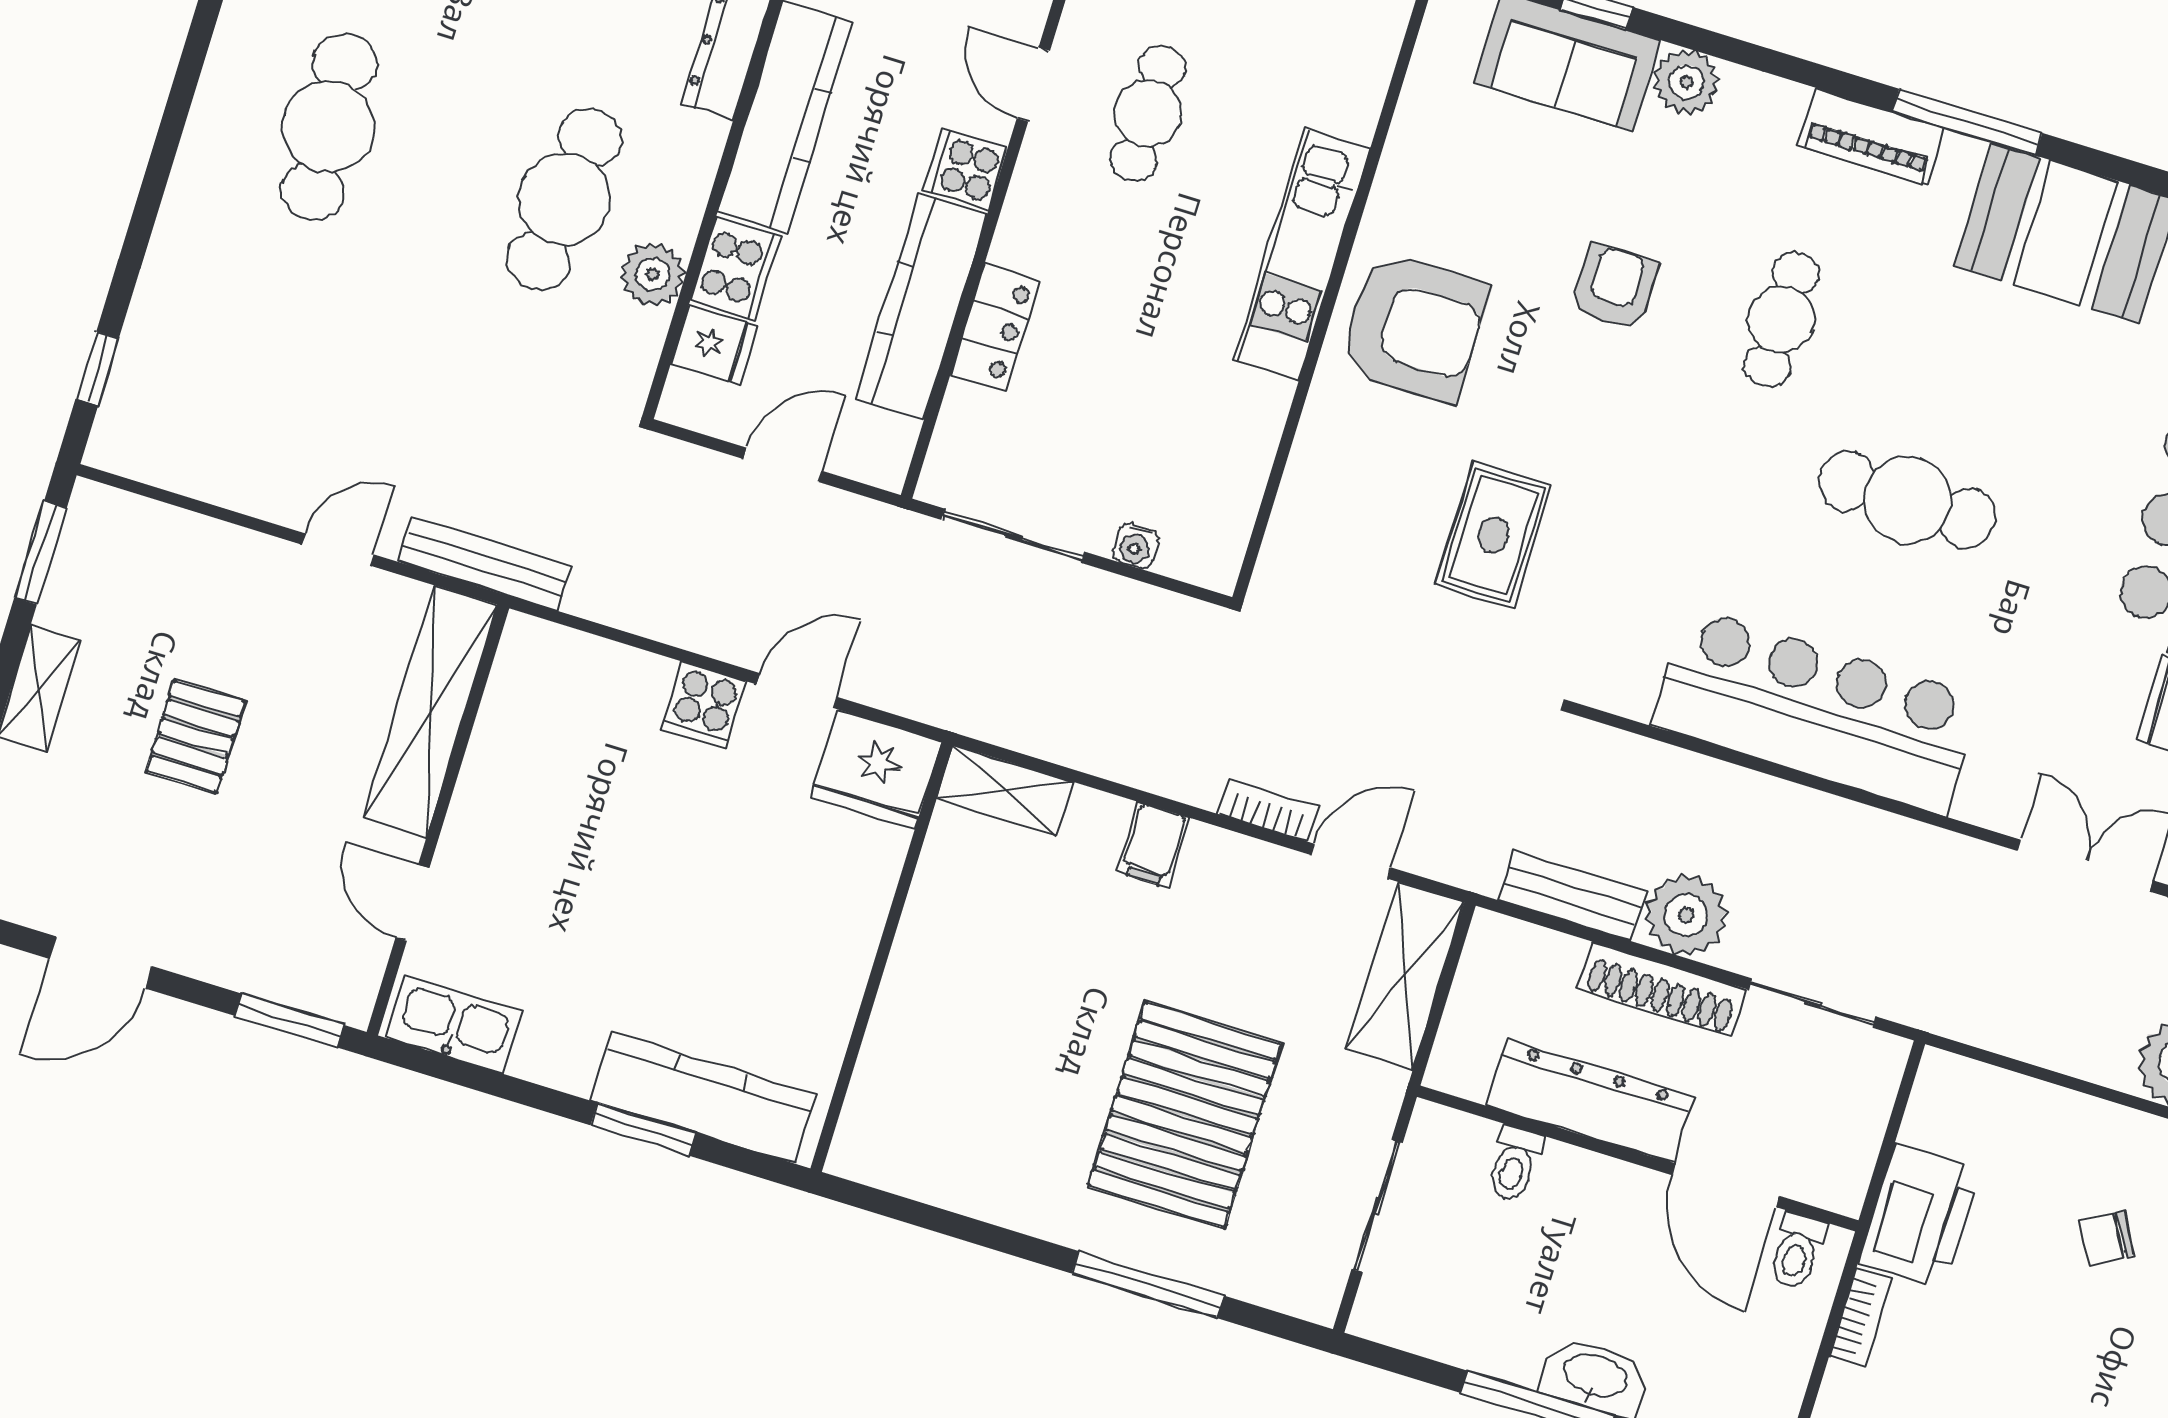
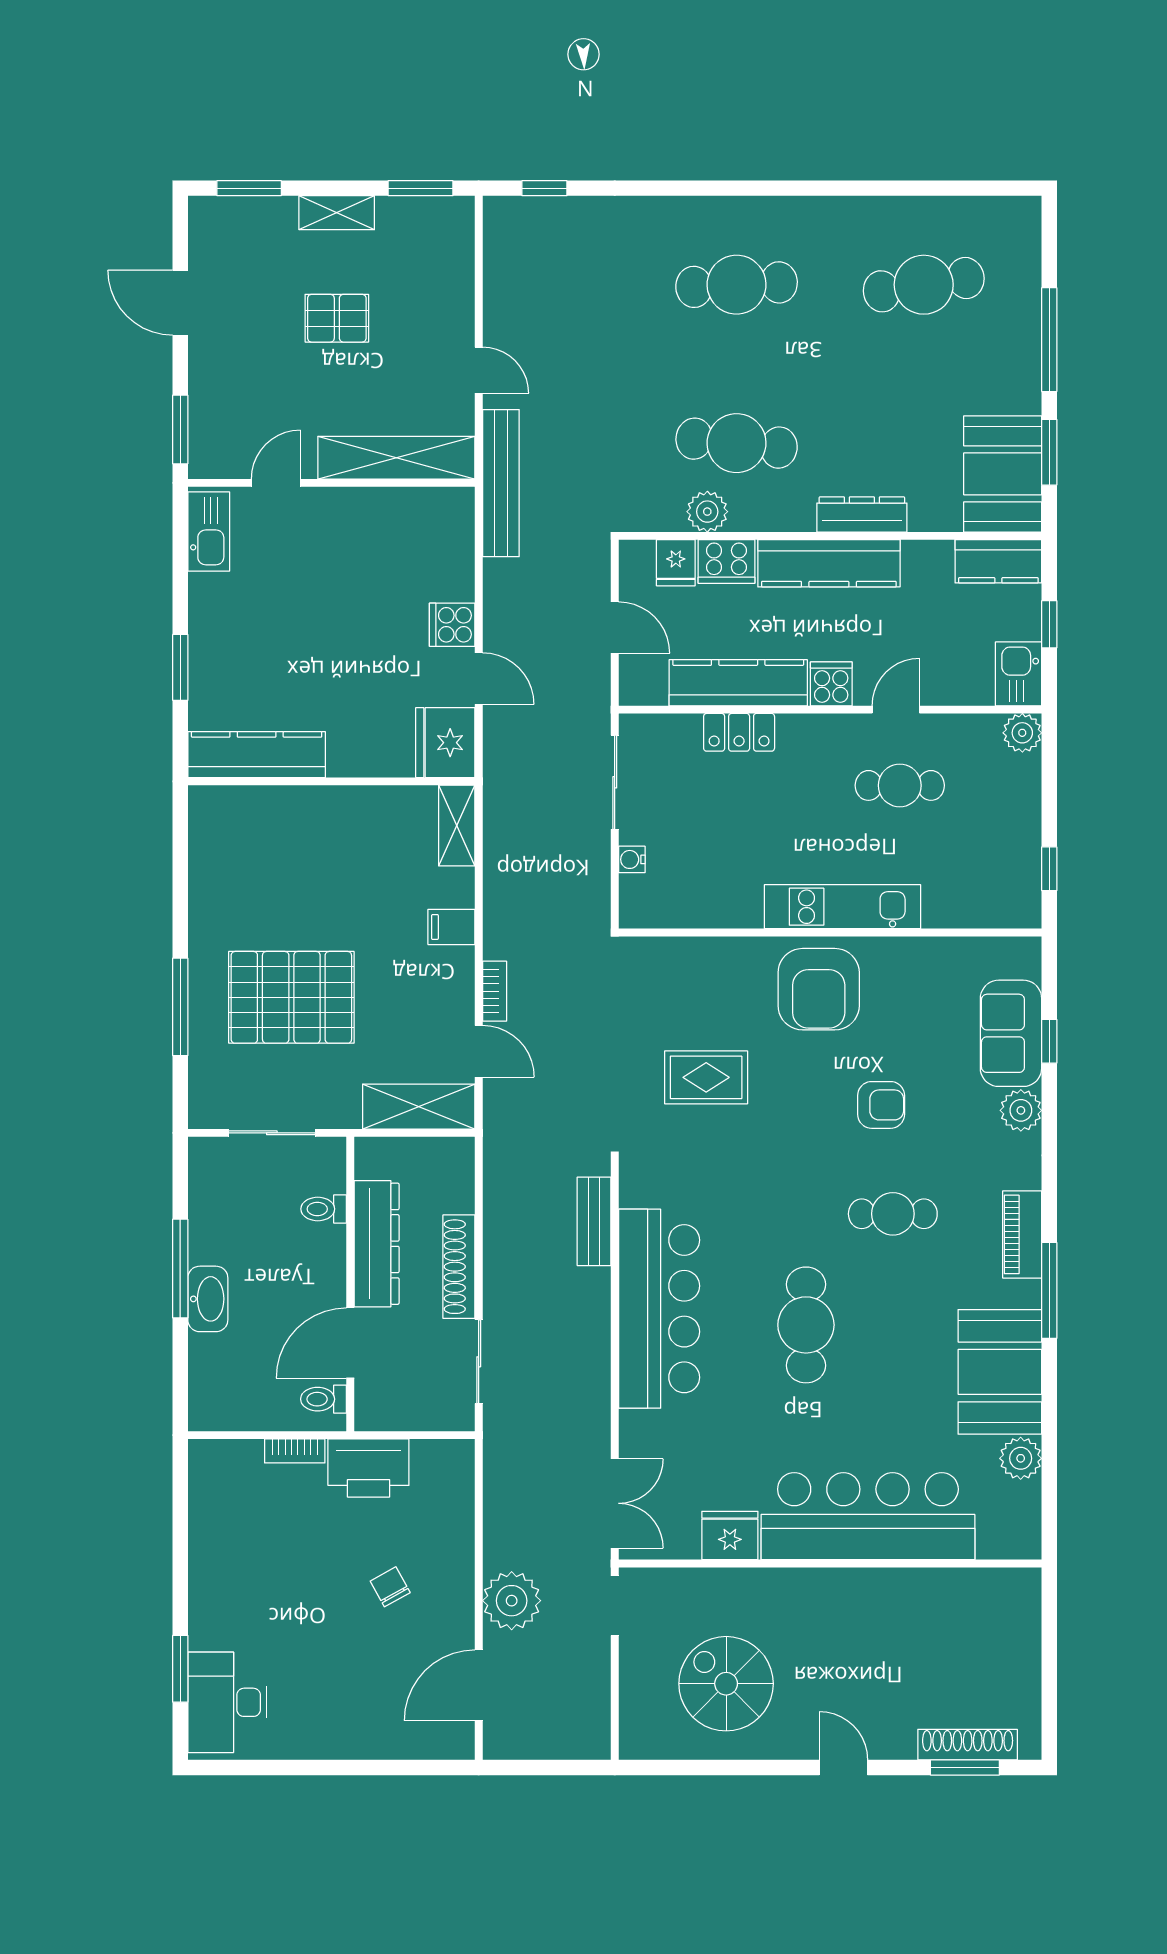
bench: (485, 564) -> (501, 483), width x1.37, depth x1.21
bench: (1572, 896) -> (594, 1221), moved
plant: (1686, 915) -> (509, 1268), removed
kitchen counter: (703, 1098) -> (257, 755), moved, turned -90

